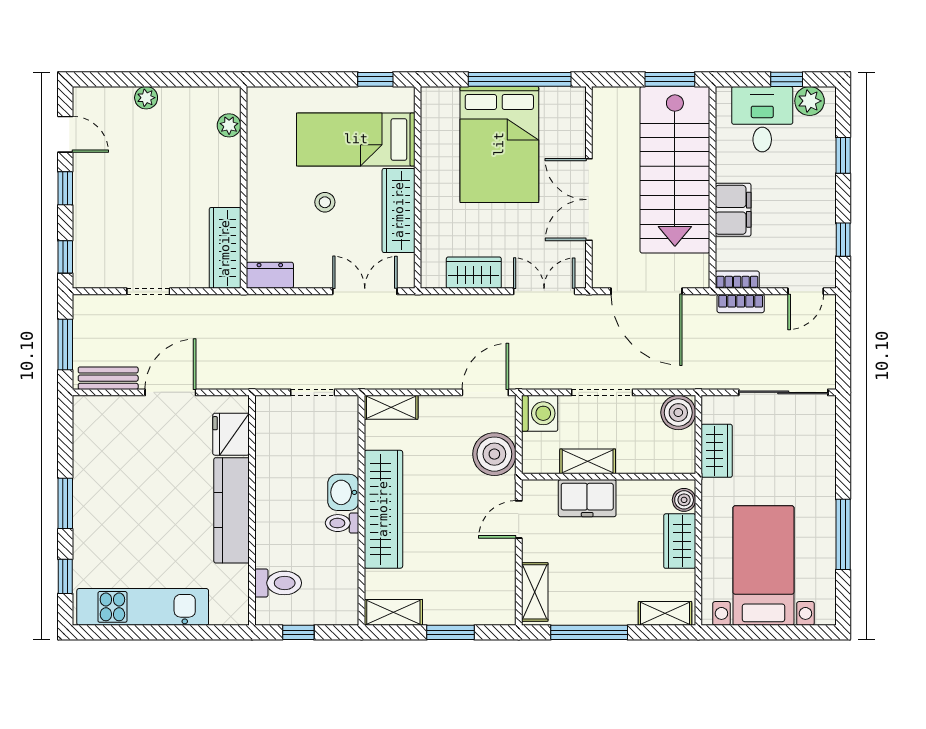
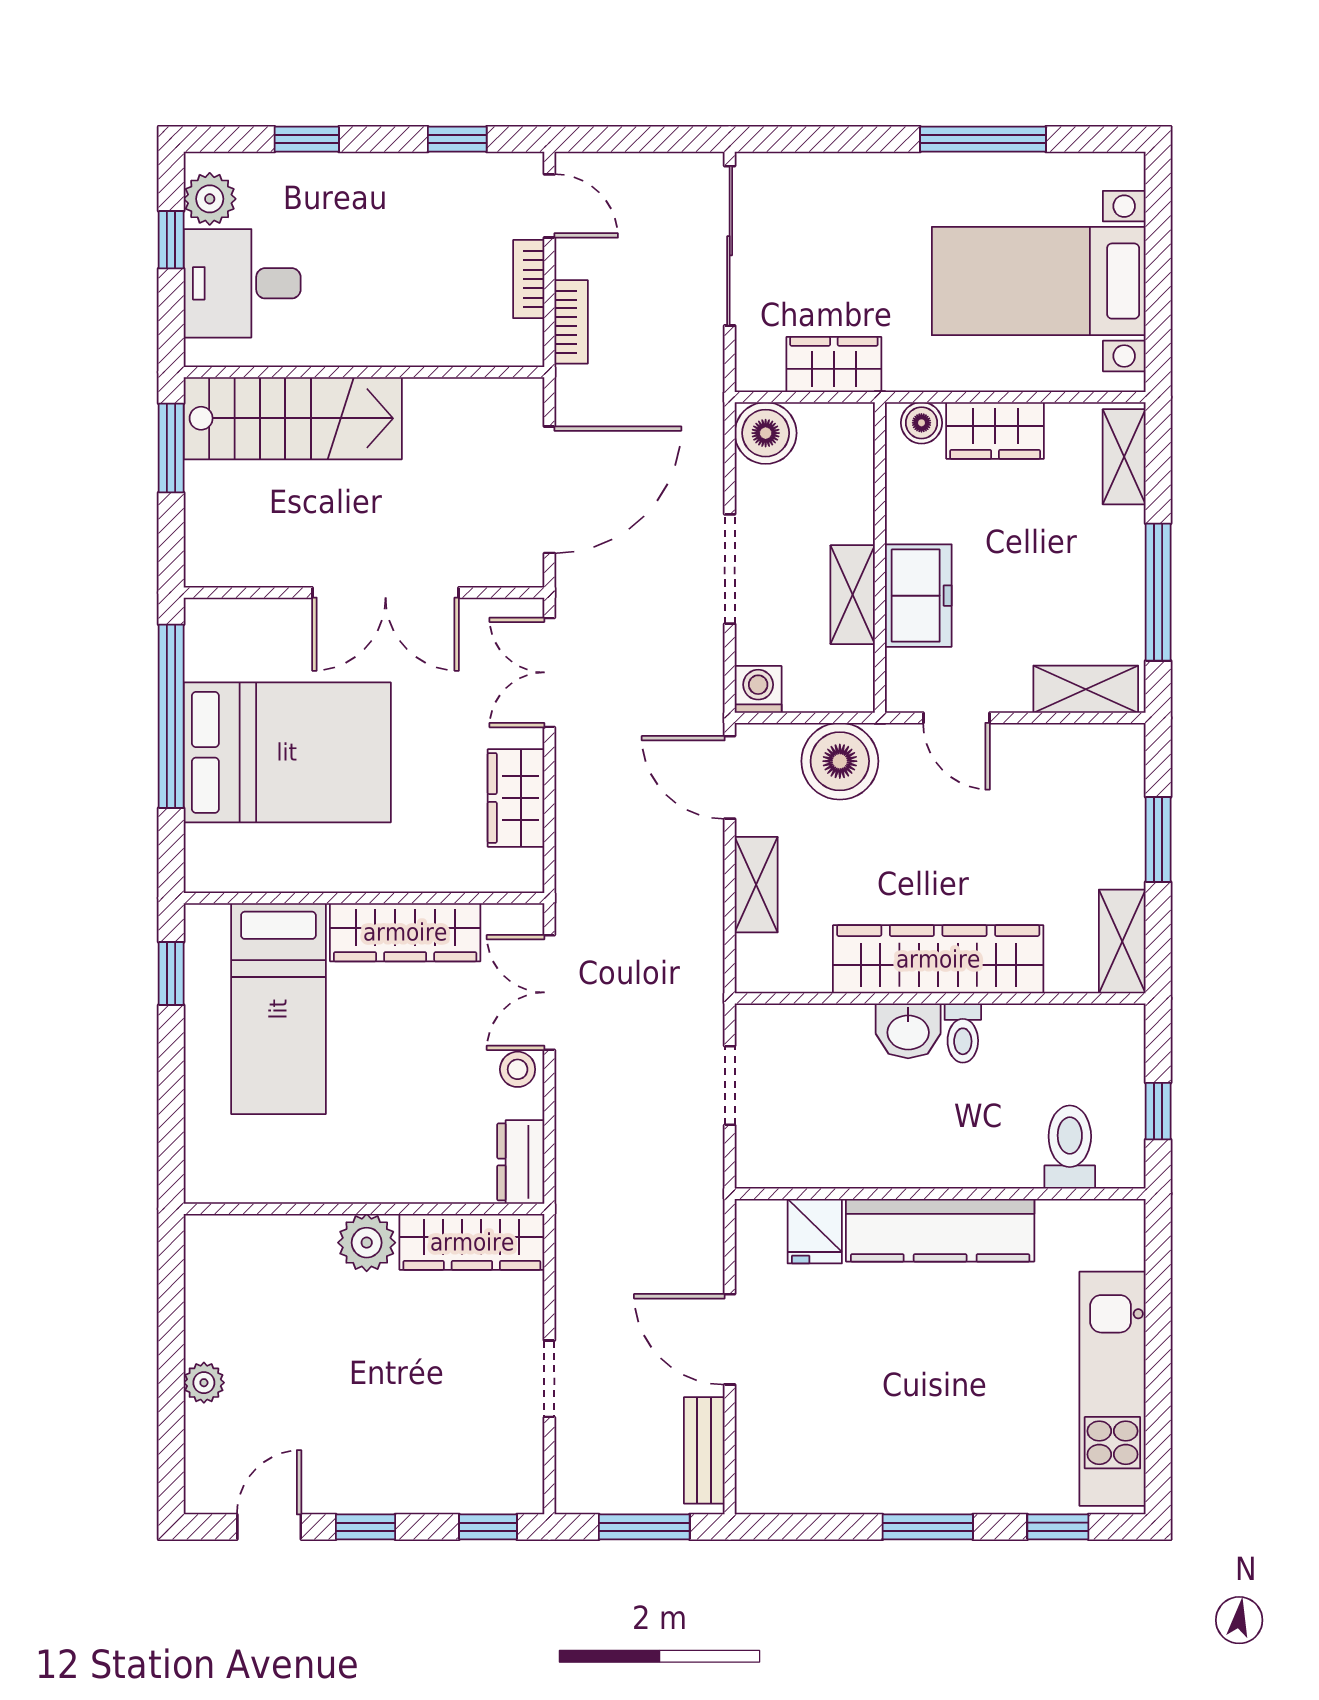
plant: (229, 125) -> (367, 1243), moved, width x1.38, depth x1.38
stairs: (675, 170) -> (293, 418), width x0.73, depth x0.66
stool: (325, 202) -> (518, 1069), moved
filing cabinet: (733, 210) -> (404, 335), removed
bookcase: (737, 280) -> (529, 279), moved
shelving: (391, 407) -> (756, 885), moved
washing machine: (540, 413) -> (758, 689), width x0.73, depth x0.73
fridge: (231, 434) -> (815, 1231), width x0.72

